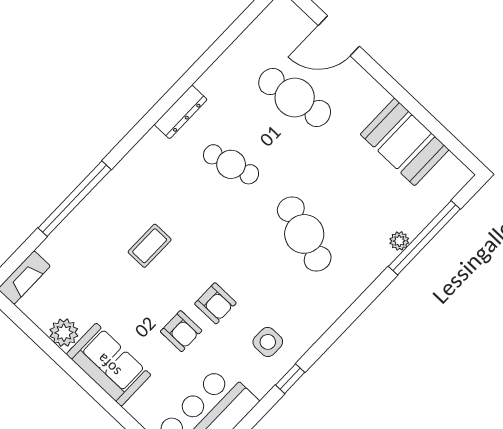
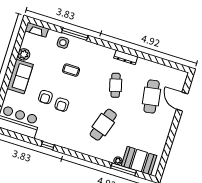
booth: (405, 142) -> (139, 161), moved, turned 90
window: (75, 199) -> (75, 34), width x0.68
window: (424, 238) -> (124, 169), width x0.68
side table: (268, 342) -> (63, 43), moved

